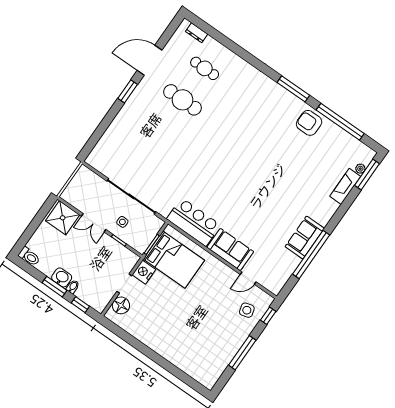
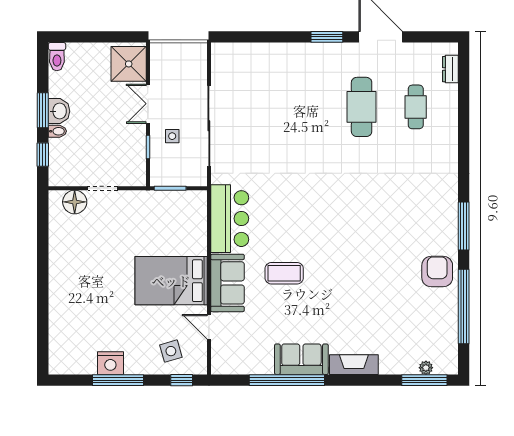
fireplace: (345, 186) -> (354, 365), moved
coffee table: (248, 213) -> (284, 273), added
bed: (174, 260) -> (171, 281), moved, turned 90
nightstand: (144, 272) -> (110, 363), moved, turned 180

